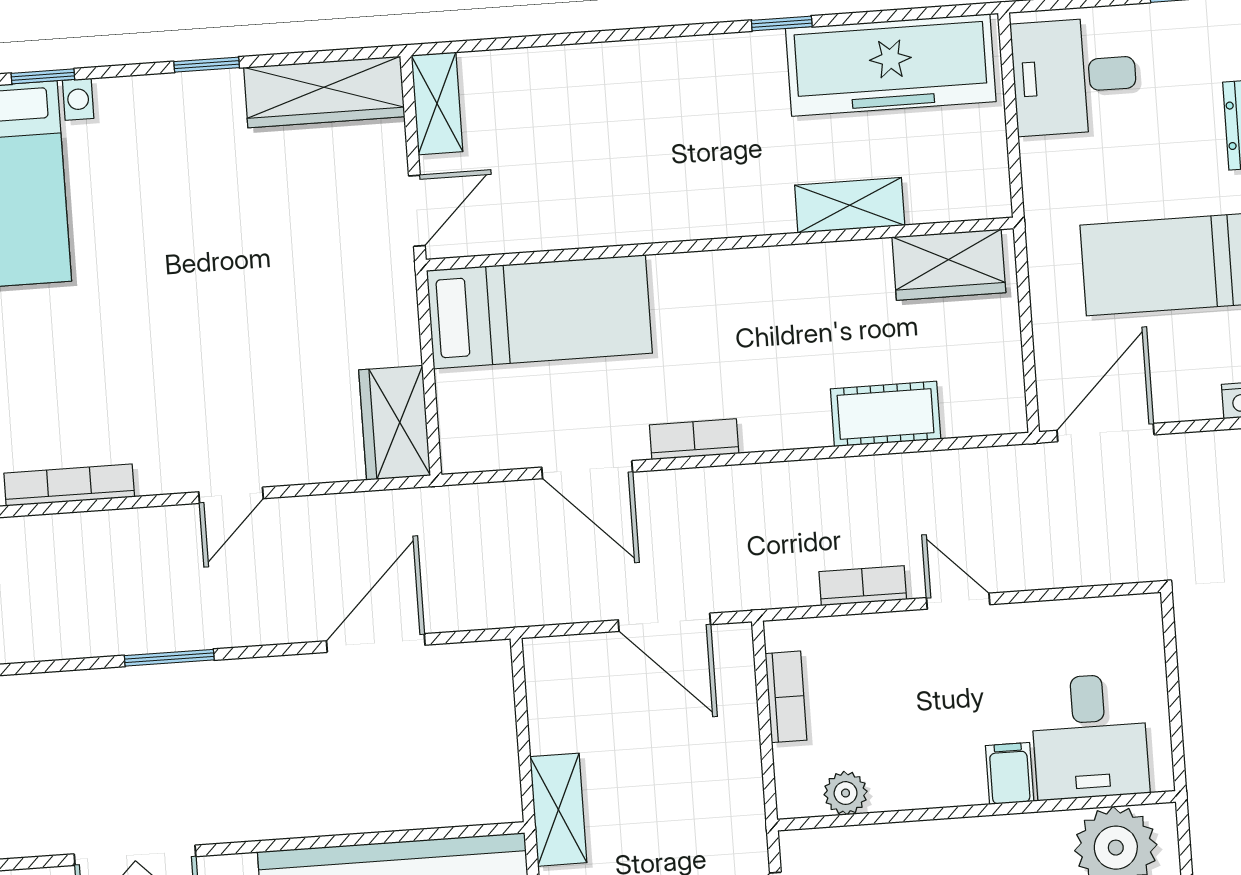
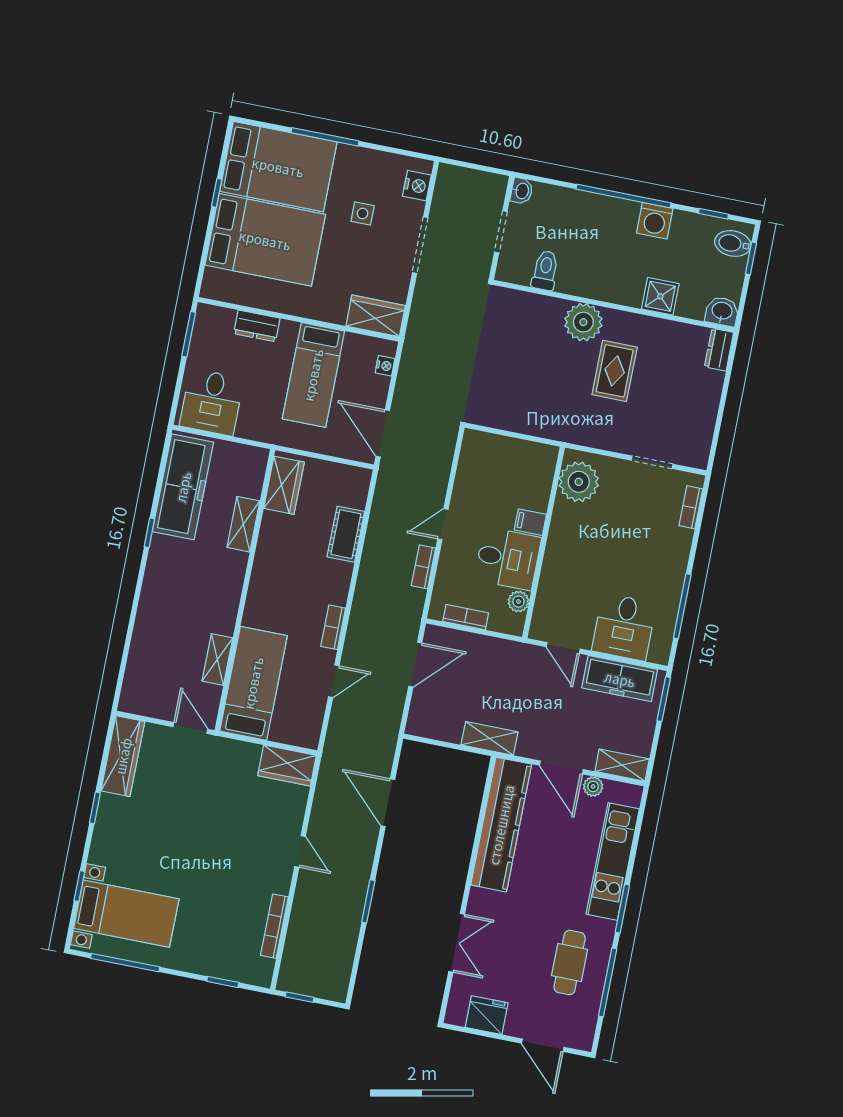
shelving: (437, 103) -> (217, 660), moved, turned 90
door: (587, 470) -> (334, 681), width x0.73
desk: (1090, 737) -> (508, 559), moved

